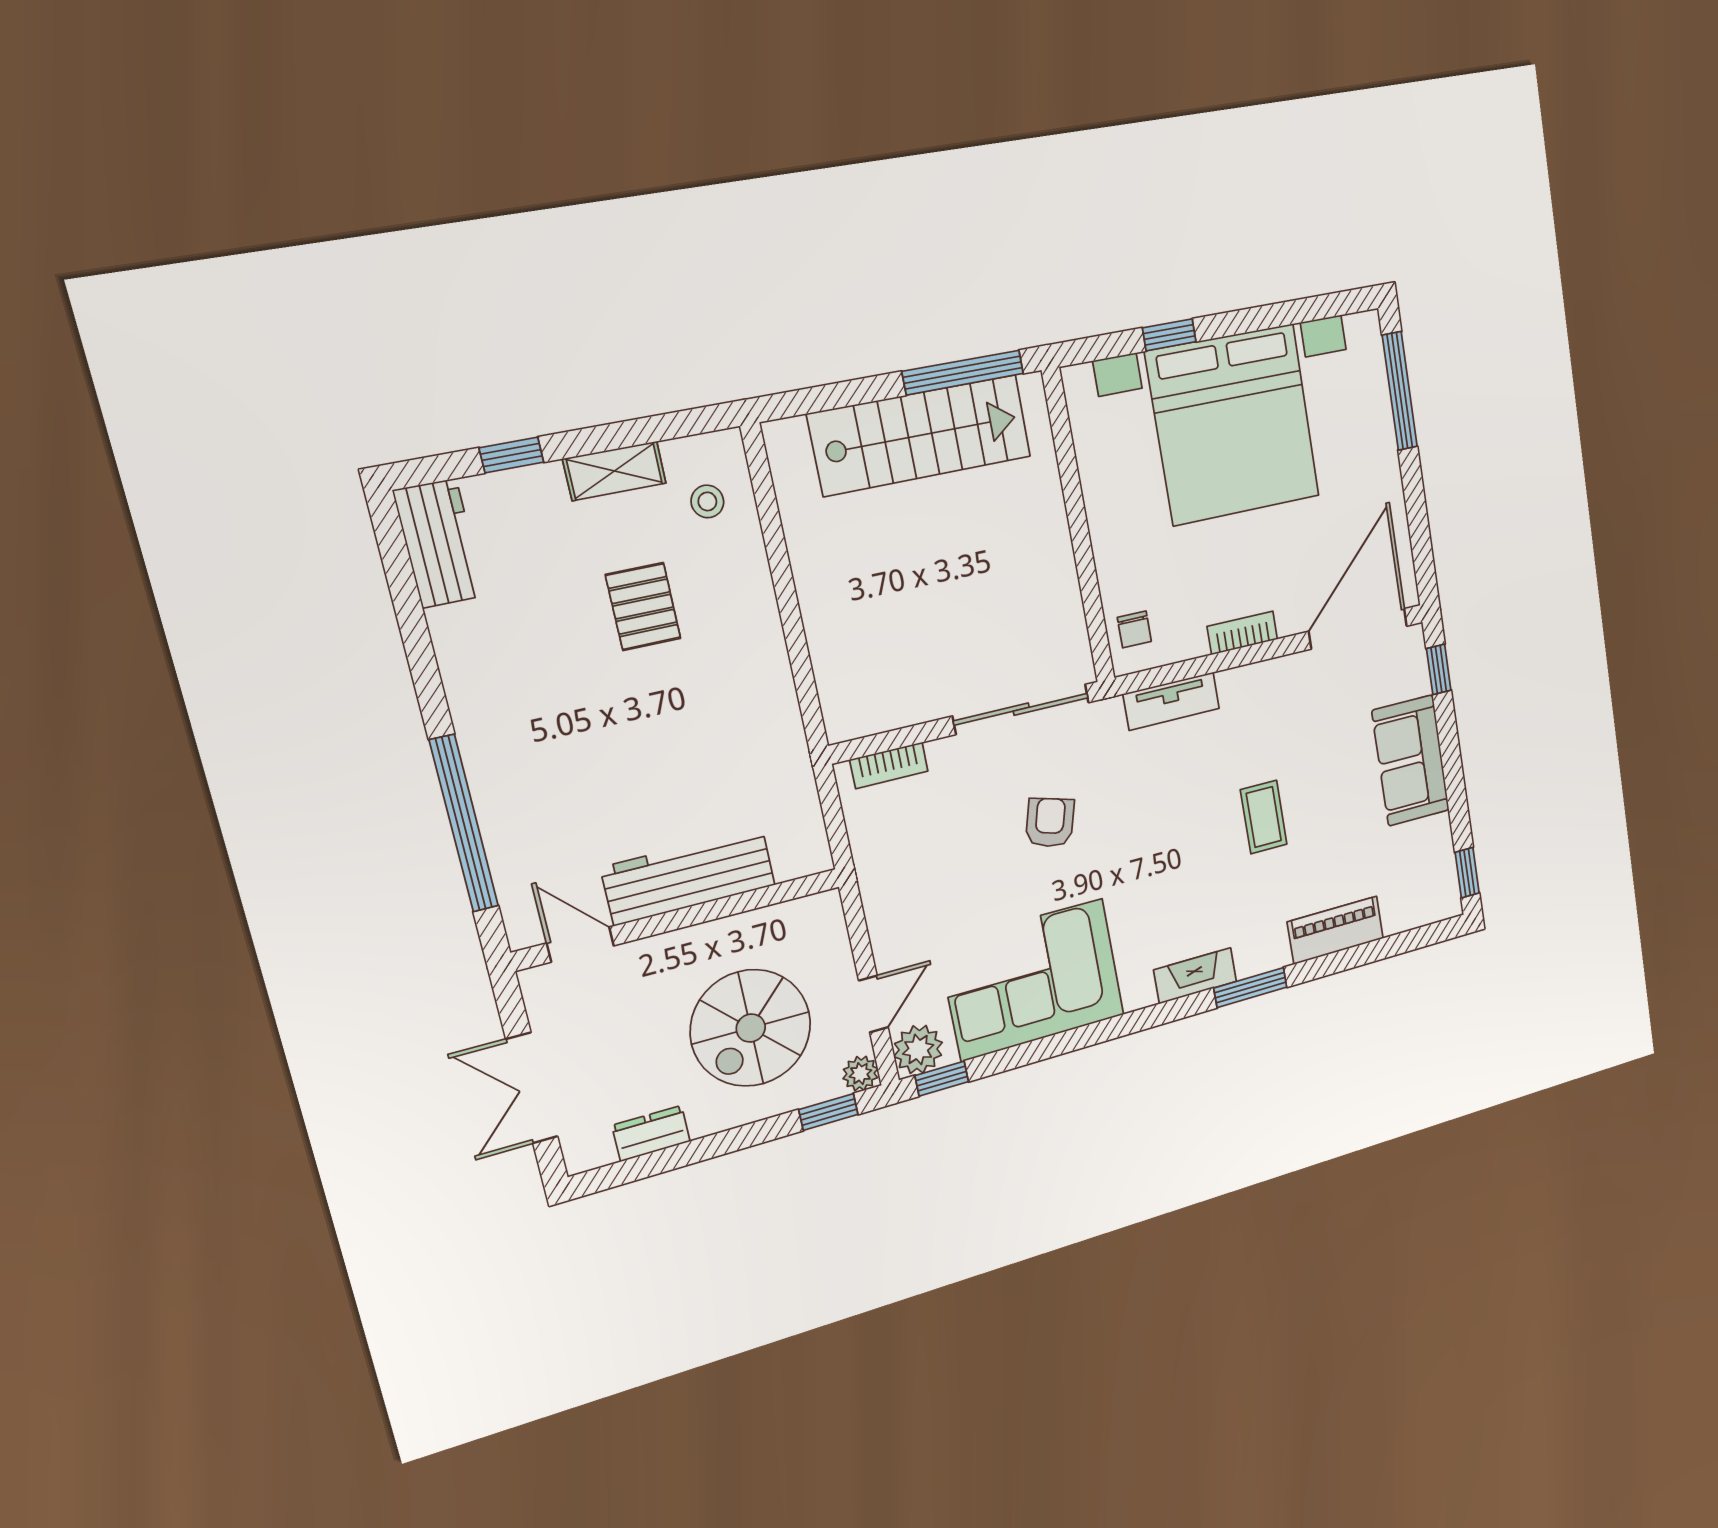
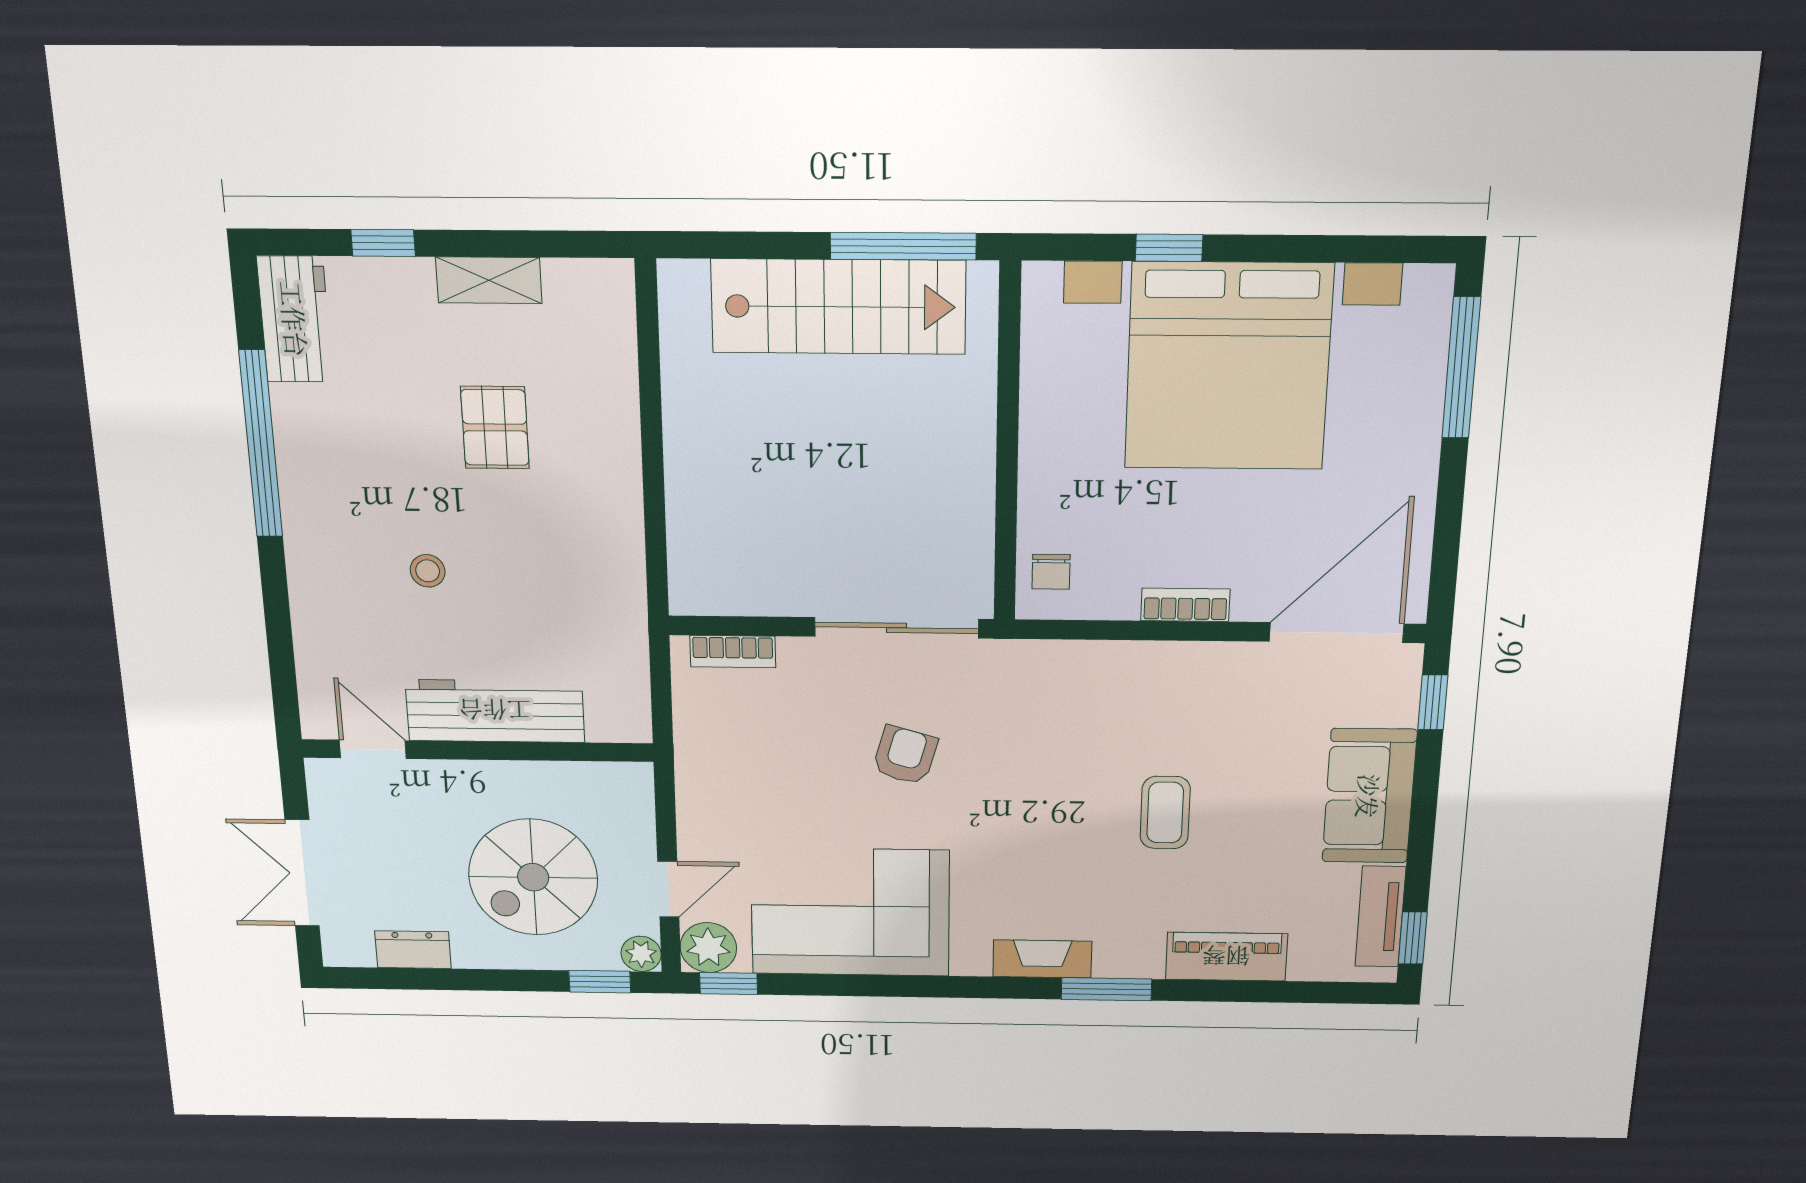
stool: (707, 501) -> (428, 571), moved
tv unit: (1171, 701) -> (1380, 917), moved, turned 90
window: (464, 824) -> (261, 444), moved

